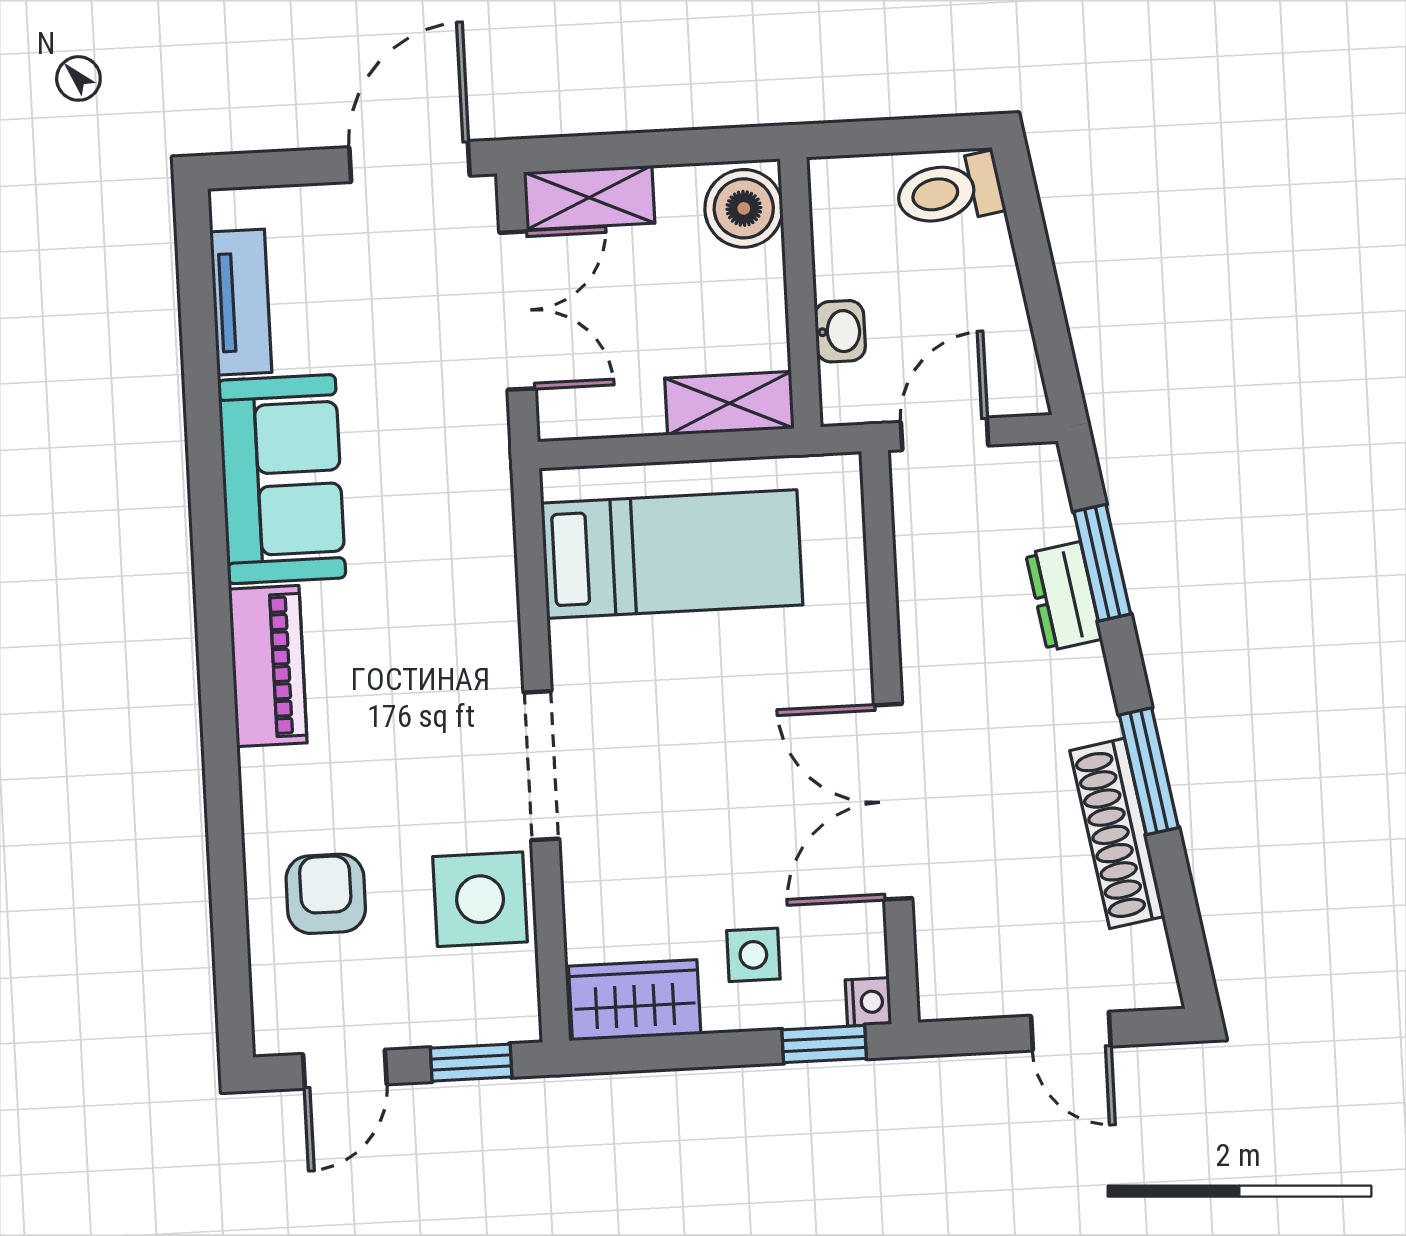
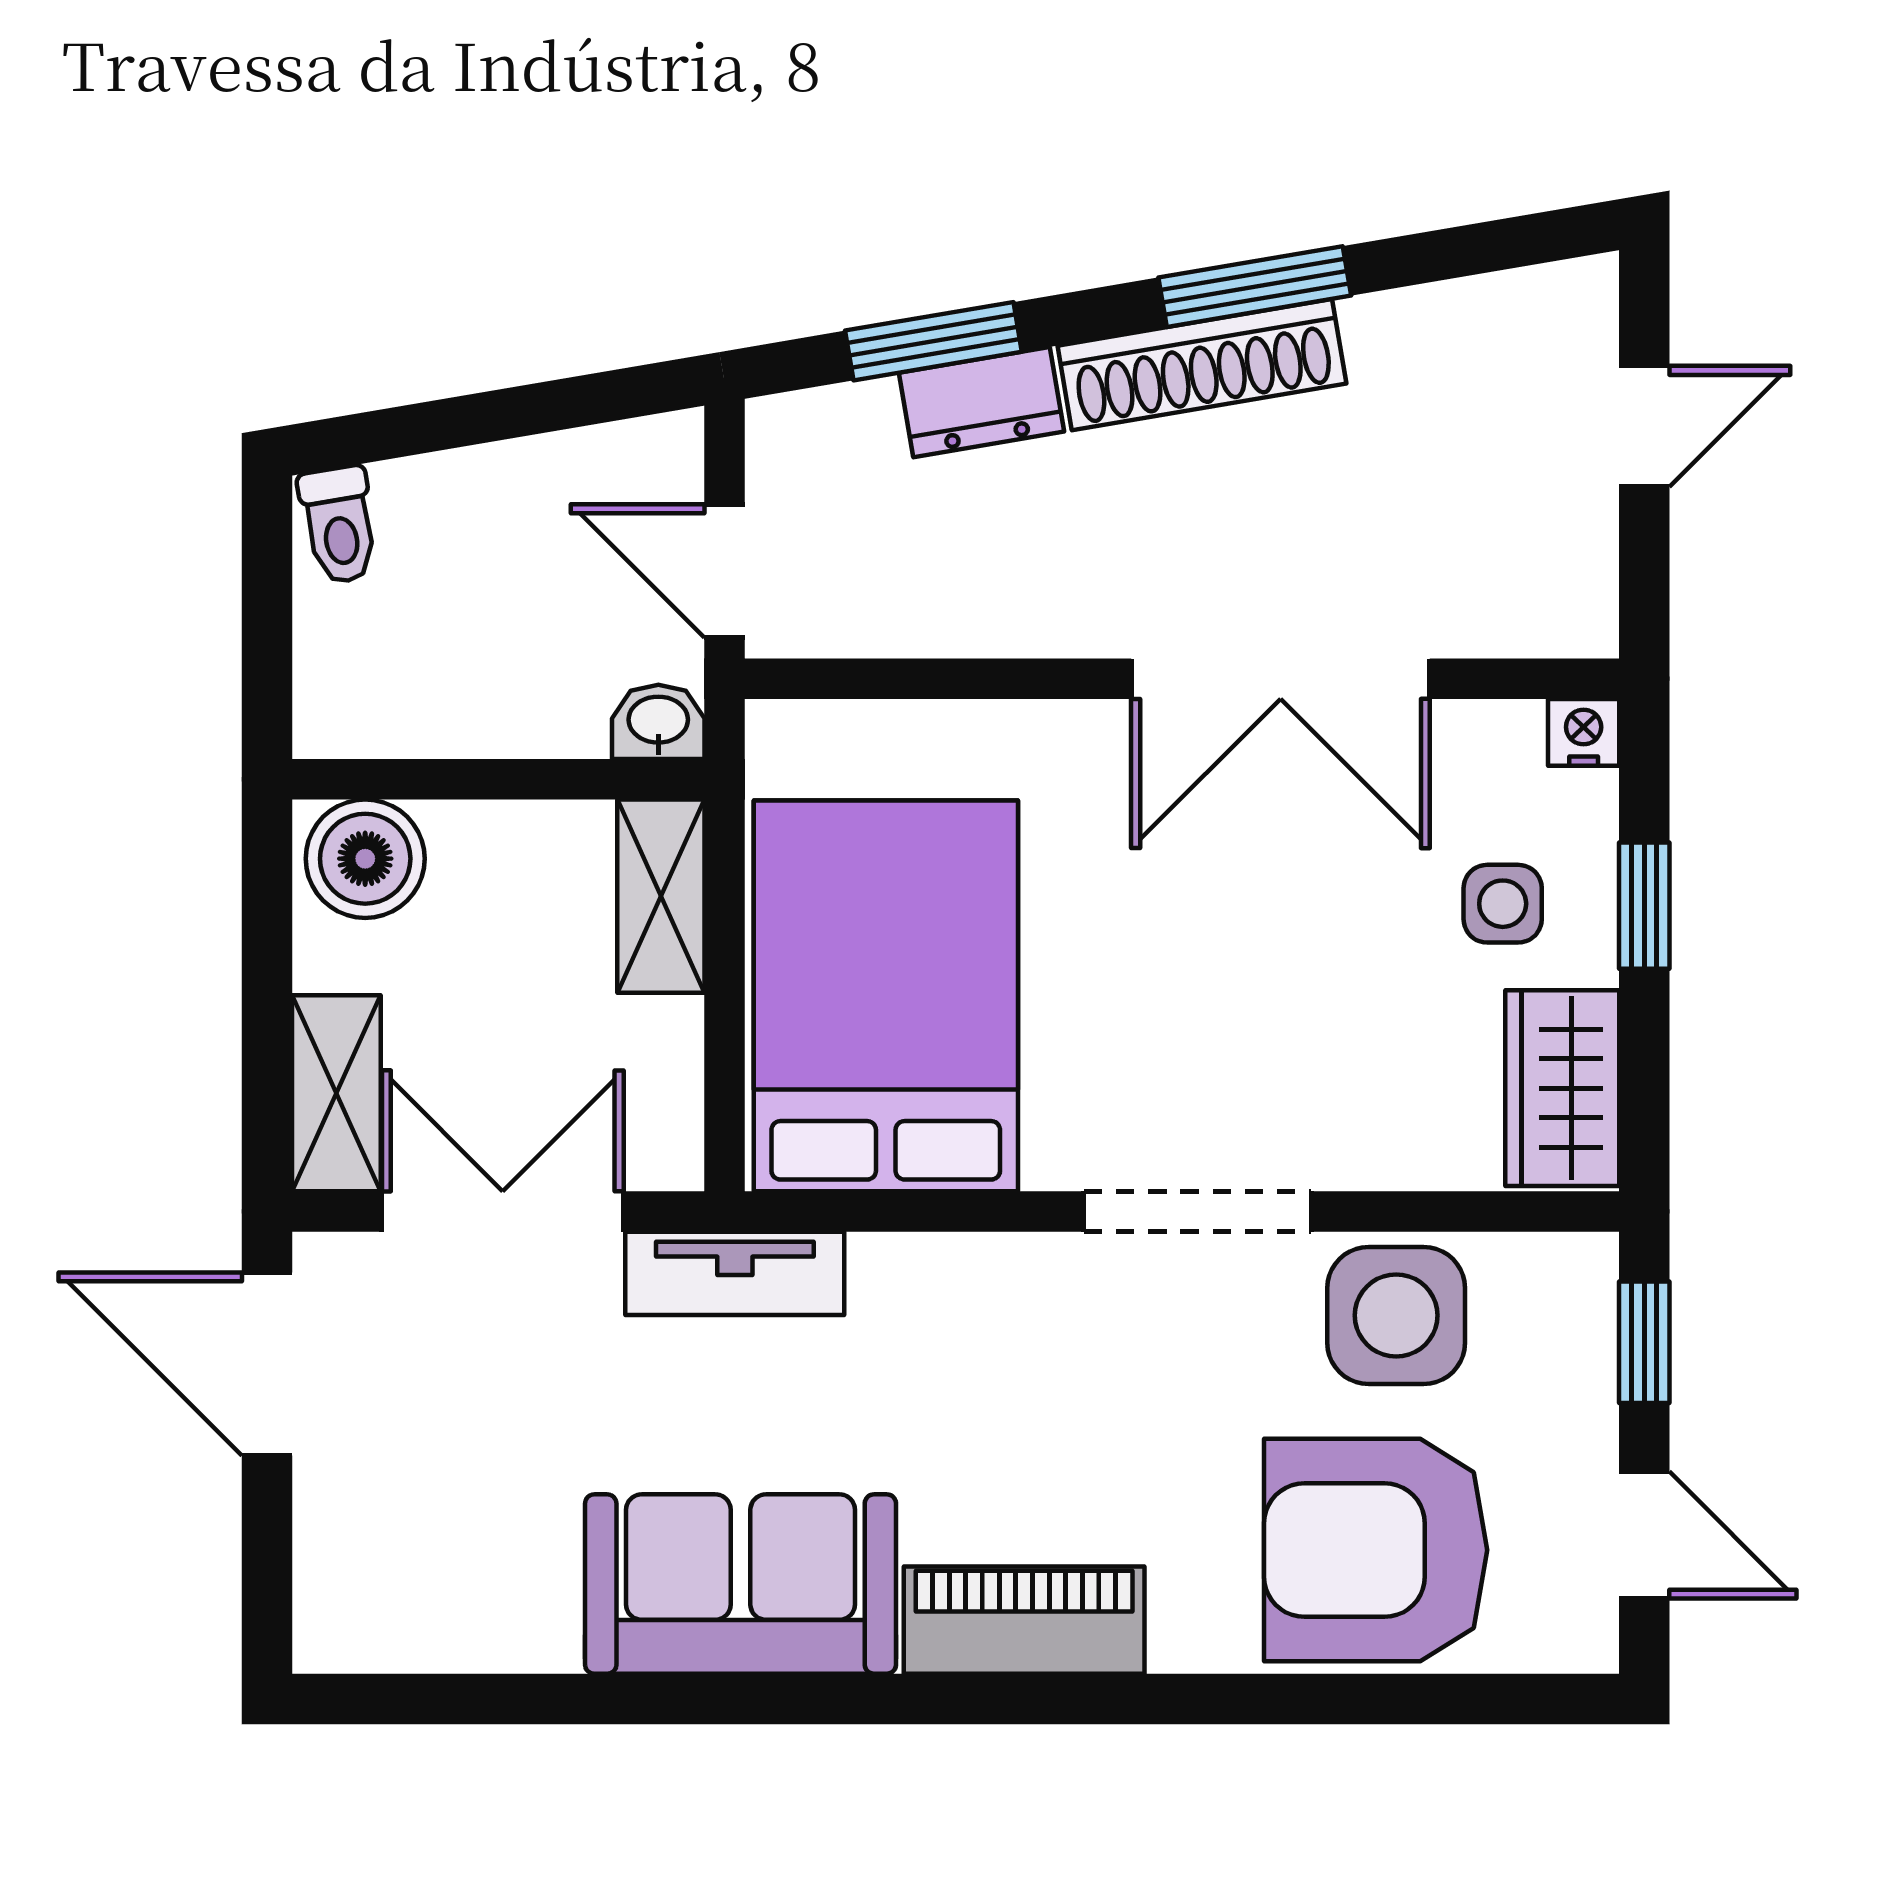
toilet: (949, 191) -> (339, 525), width x0.73, depth x0.72
tv unit: (241, 302) -> (735, 1273), moved, turned 180
washbasin: (840, 331) -> (658, 722), moved
bed: (672, 554) -> (886, 996), width x1.50
shoe rack: (1117, 833) -> (1202, 365), moved
armchair: (326, 894) -> (1376, 1550), width x1.88, depth x1.88
window: (824, 1044) -> (1644, 906), moved

